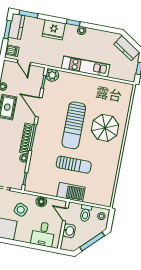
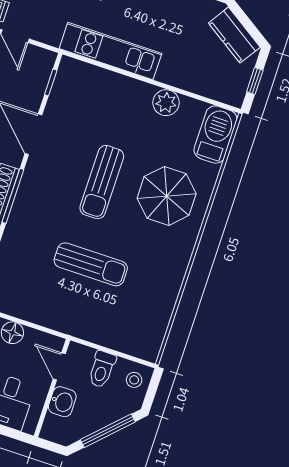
kitchen unit: (86, 66) -> (110, 51), moved
plant: (52, 75) -> (166, 103), moved
sun lounger: (74, 125) -> (102, 182), width x0.73, depth x0.75
barbecue: (71, 192) -> (215, 135), moved, turned -90

